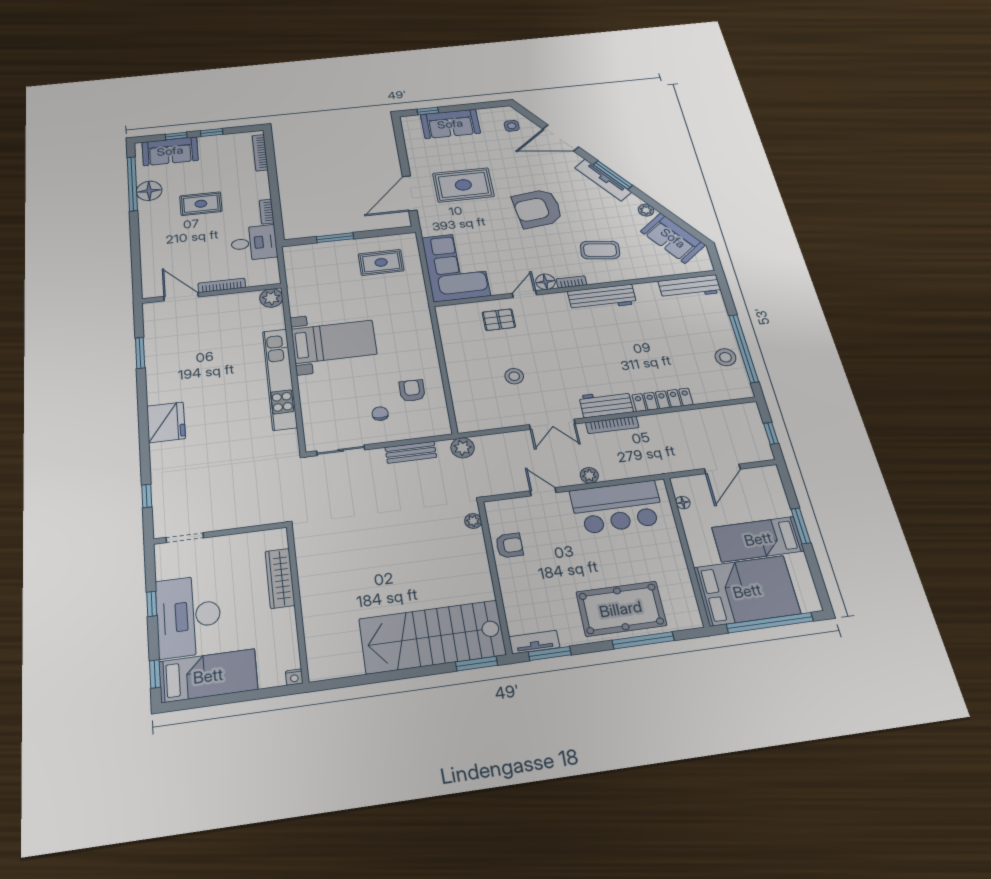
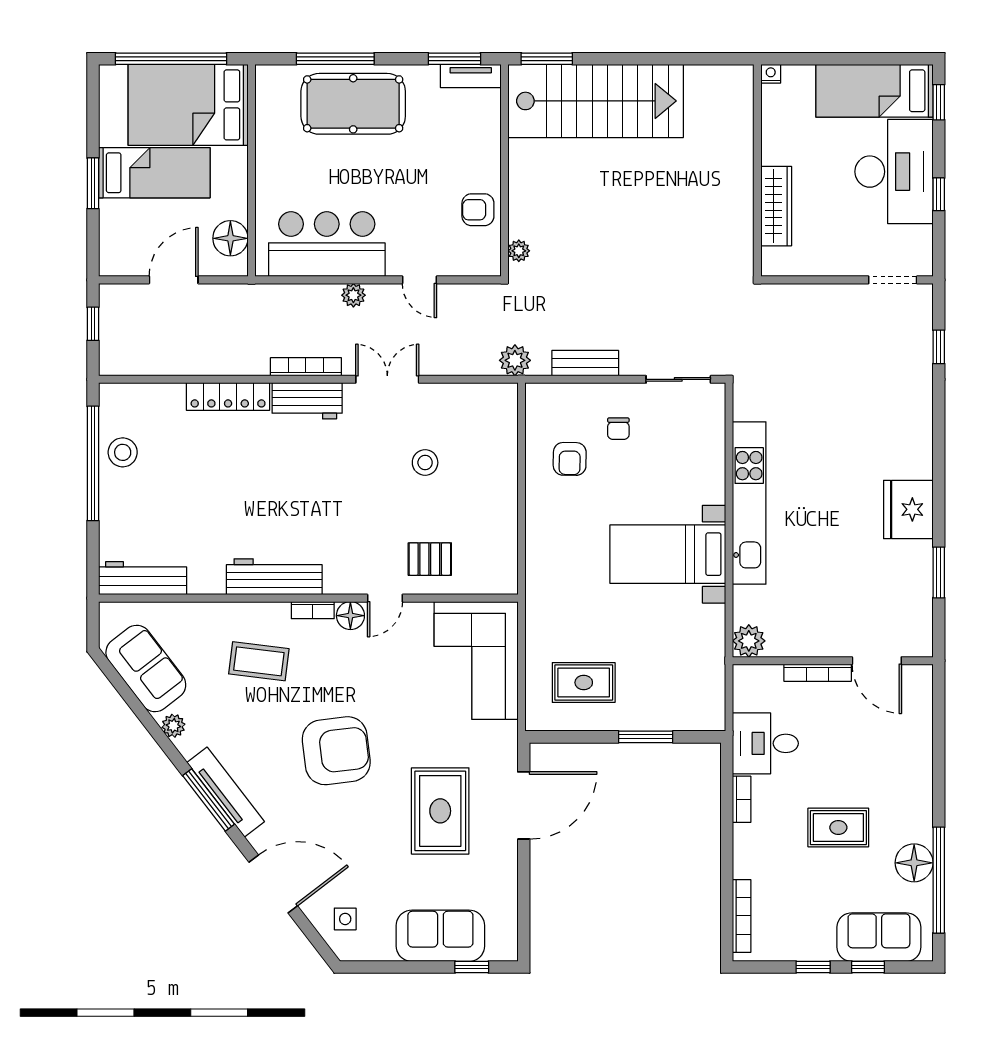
rug: (463, 185) -> (440, 811), turned 90
fridge: (166, 422) -> (908, 509), moved
floor lamp: (683, 503) -> (230, 238), width x1.89, depth x1.89

